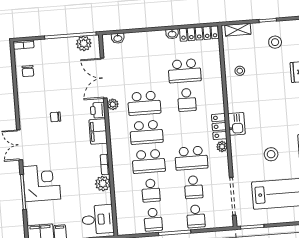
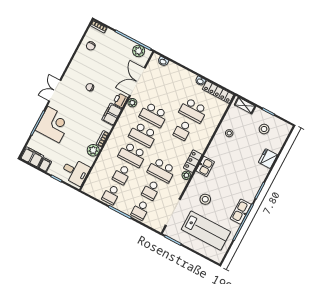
stool: (271, 154) -> (205, 199), moved

